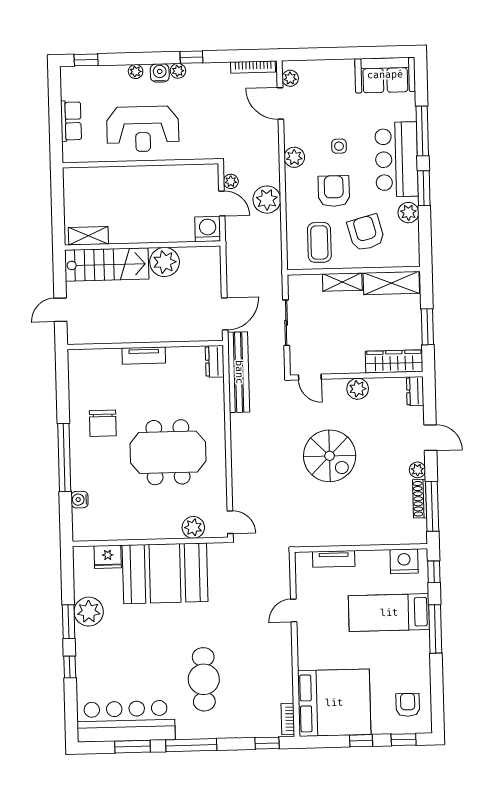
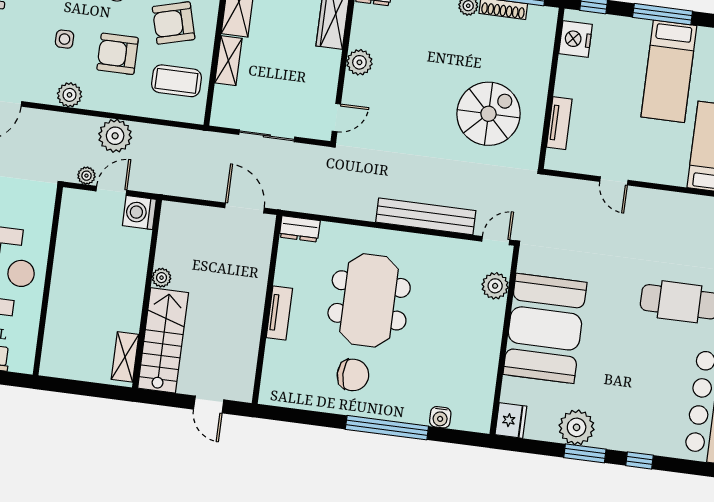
plant: (165, 262) -> (162, 278), width x0.53, depth x0.53
bench: (239, 372) -> (426, 216), moved
meeting table: (168, 452) -> (369, 300), moved
spiral stairs: (330, 456) -> (488, 114), moved
fridge: (108, 557) -> (511, 420), moved
bed: (389, 613) -> (669, 71), moved

